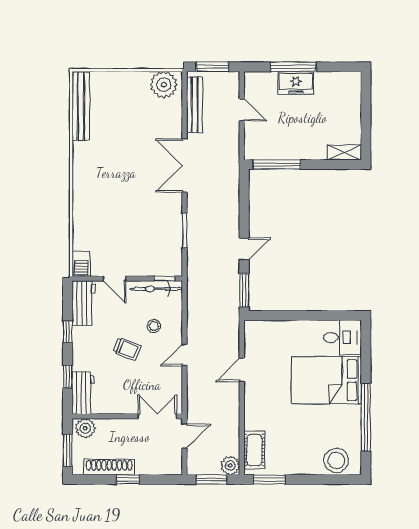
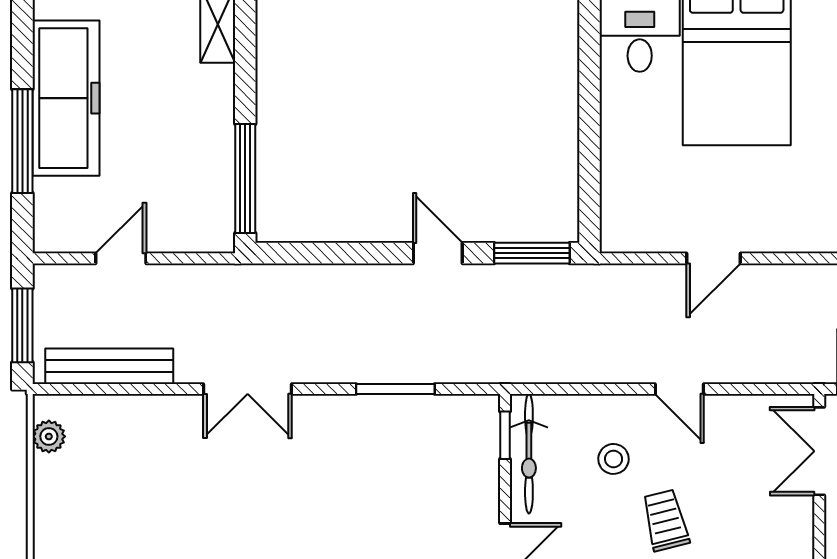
freezer: (296, 83) -> (66, 98), width x1.91, depth x1.26
plant: (164, 85) -> (49, 436), width x0.53, depth x0.53
double door: (185, 166) -> (248, 389), width x0.73
trolley: (127, 349) -> (665, 520), turned -36
door: (242, 370) -> (713, 258), hinge flipped

